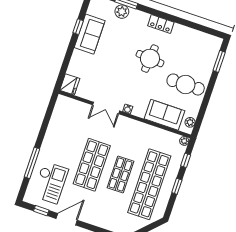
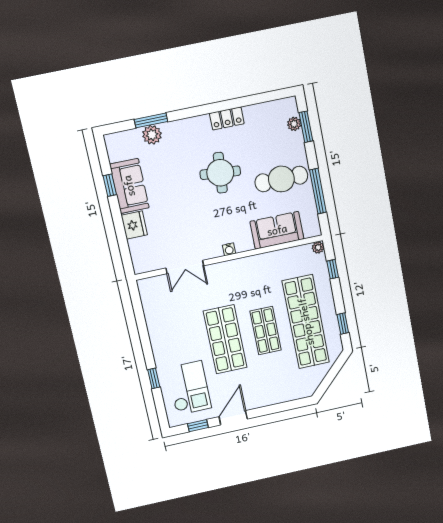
locker: (161, 24) -> (227, 118), moved
fridge: (70, 84) -> (134, 225), moved
window: (204, 105) -> (318, 191), added
double door: (106, 108) -> (185, 267), moved
plant: (190, 122) -> (294, 124), moved
window: (32, 163) -> (154, 378), width x0.46
window: (177, 186) -> (343, 323), moved

